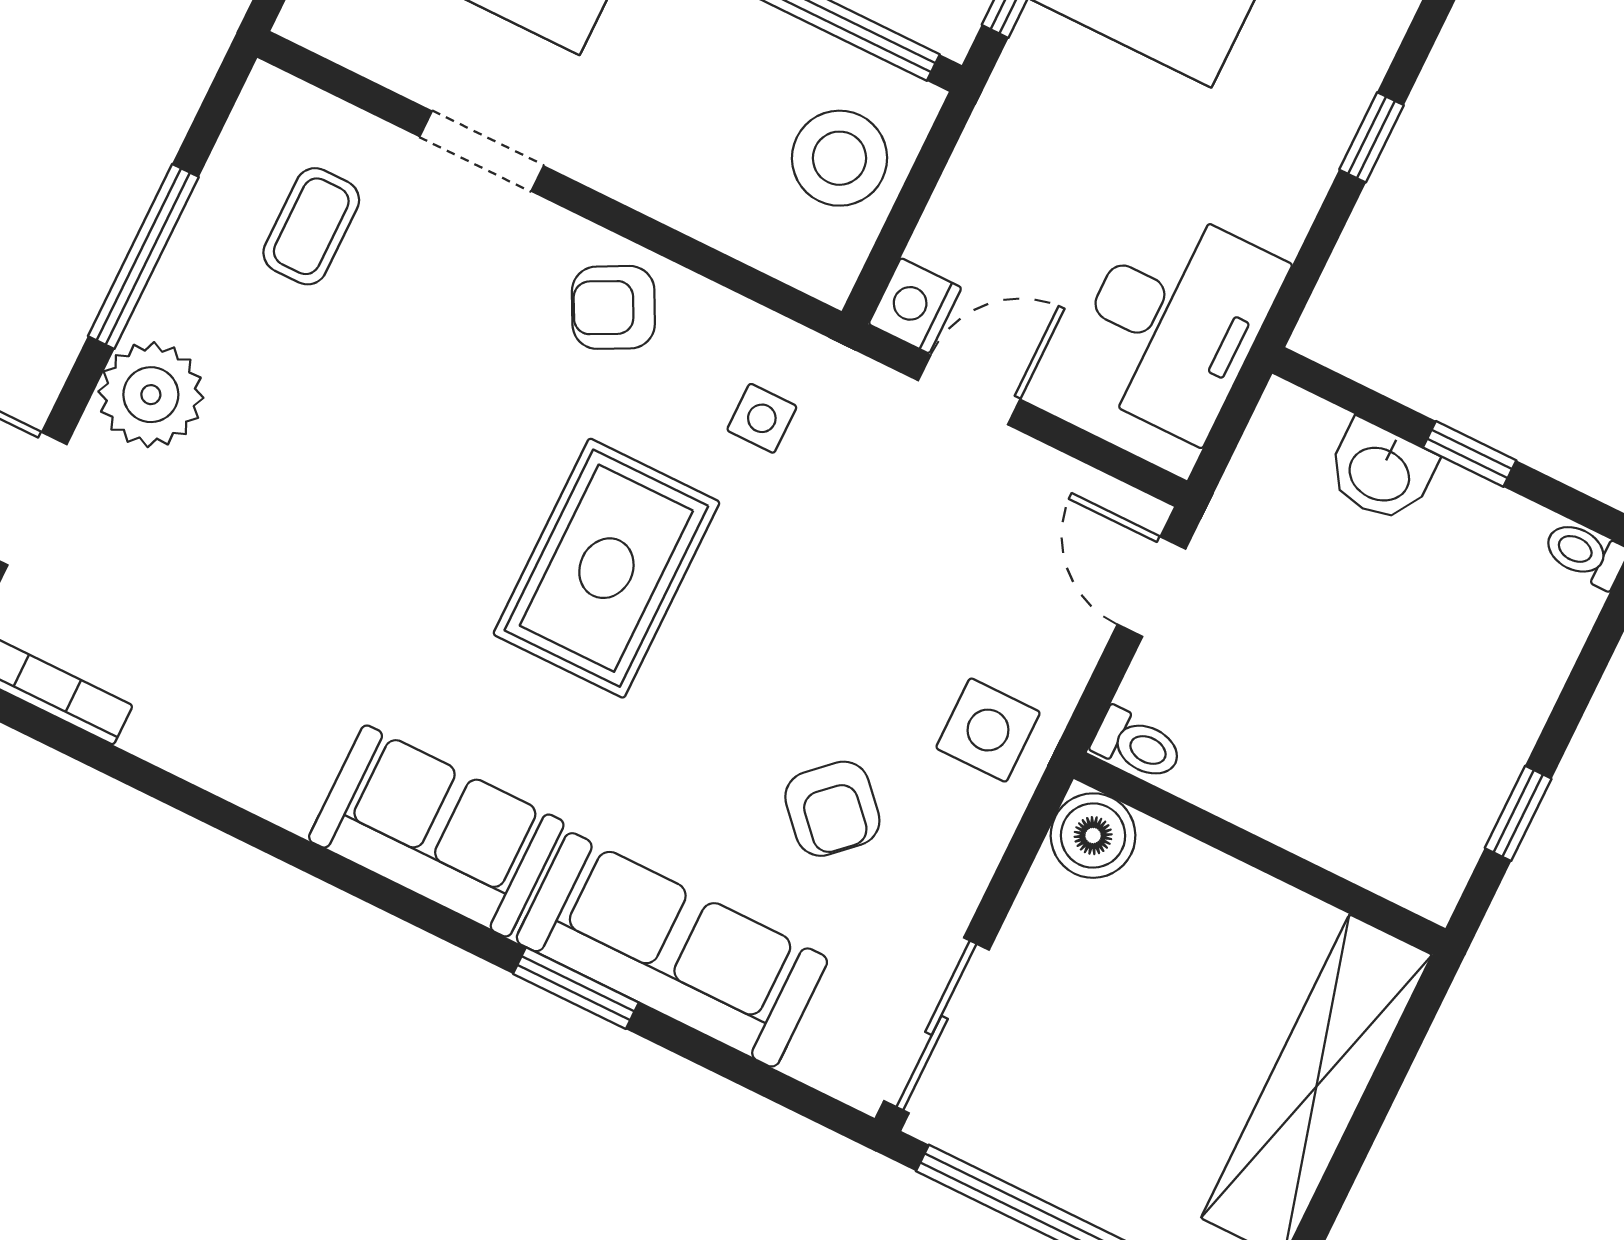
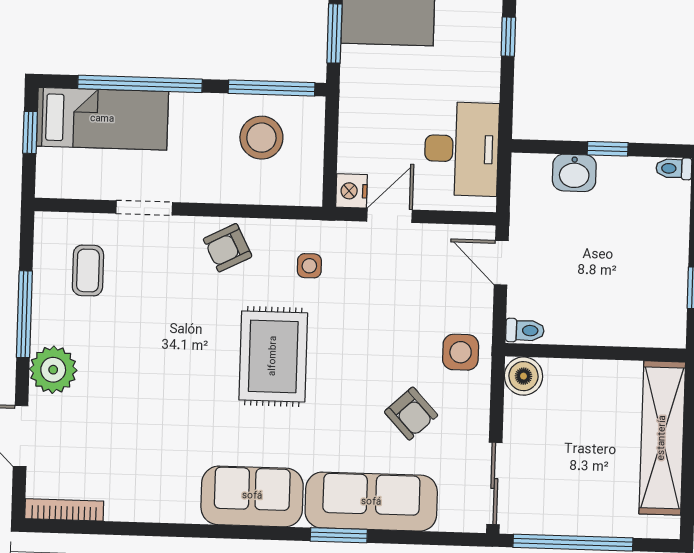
stool: (840, 158) -> (261, 138), moved

